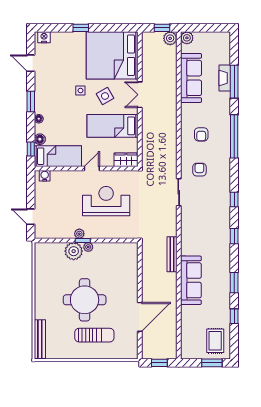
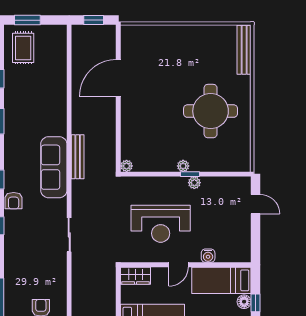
window: (31, 149) -> (256, 303), moved
armchair: (199, 170) -> (14, 201), moved
water cooler: (45, 176) -> (208, 256), moved
plant: (74, 251) -> (127, 166), moved, width x0.53, depth x0.53
sofa: (191, 280) -> (54, 167), moved
round table: (85, 300) -> (211, 111), moved
sun lounger: (94, 335) -> (175, 55), removed

